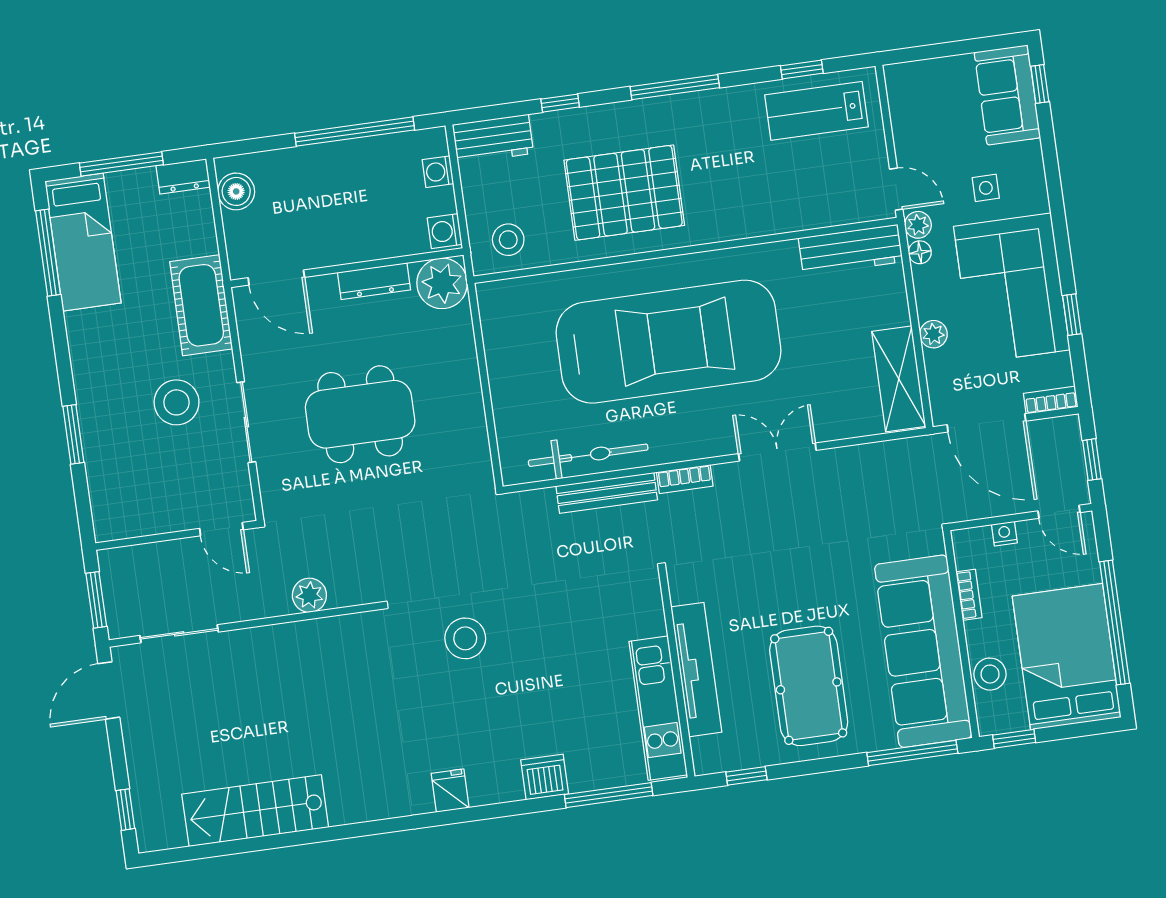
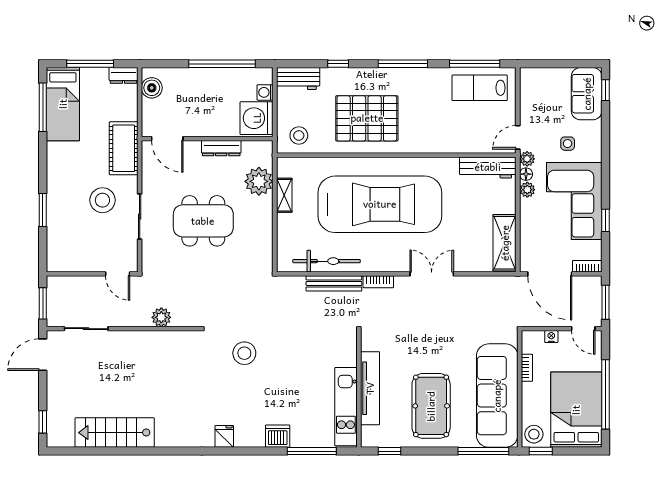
window: (802, 70) -> (475, 64), width x2.17
door: (896, 189) -> (518, 137), swing flipped
washing machine: (445, 231) -> (257, 118), width x1.89, depth x1.89
plant: (442, 283) -> (259, 181), moved
plant: (933, 334) -> (527, 190), moved
shelving: (497, 349) -> (284, 195), added
window: (1092, 460) -> (605, 302), width x1.50
stool: (990, 674) -> (534, 434), moved

